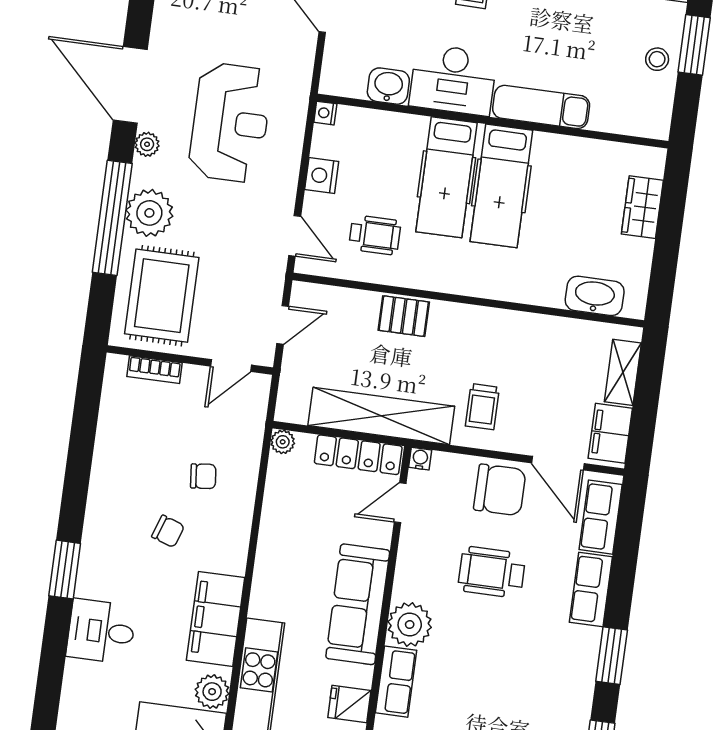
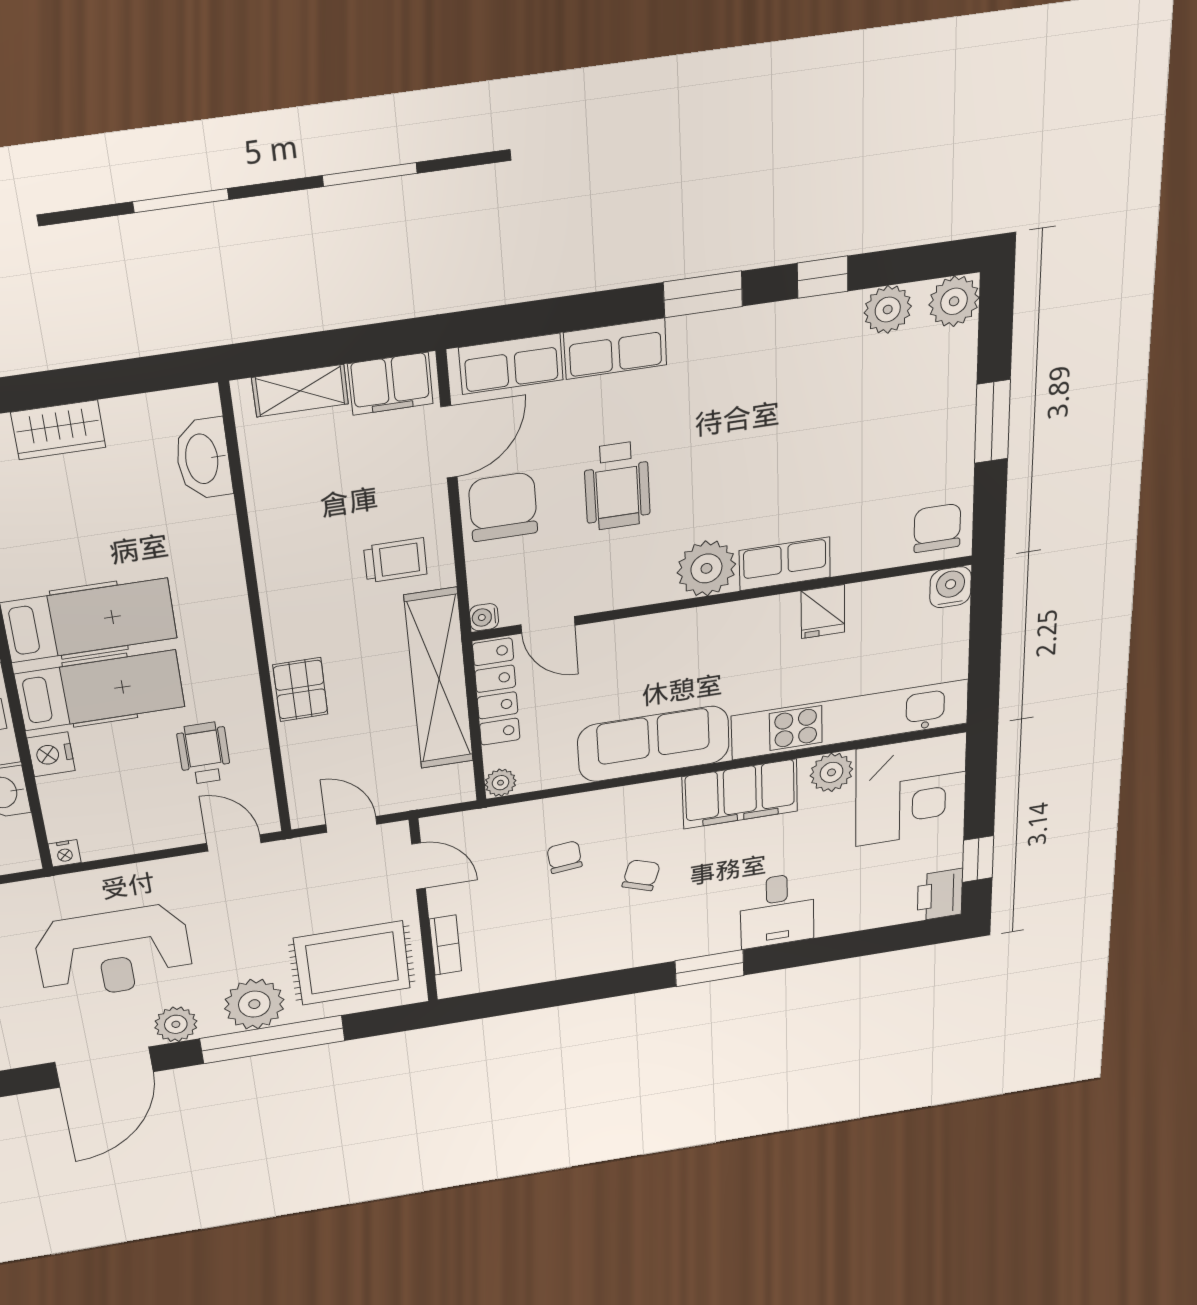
reception desk: (230, 123) -> (114, 952), turned 180
plant: (147, 144) -> (176, 1024), width x1.38, depth x1.38
nightstand: (322, 176) -> (51, 754), moved, turned 90
door: (295, 236) -> (234, 843), hinge flipped
sofa: (358, 604) -> (654, 744), moved, turned 180

